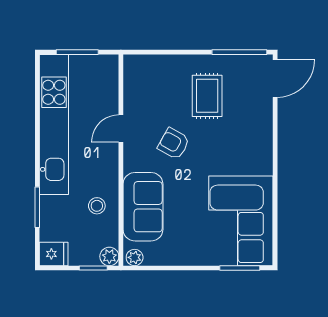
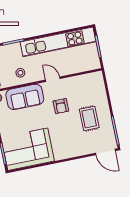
rug: (207, 96) -> (89, 118), turned 90
door: (121, 129) -> (53, 79), moved
armchair: (174, 144) -> (61, 106), turned 151

